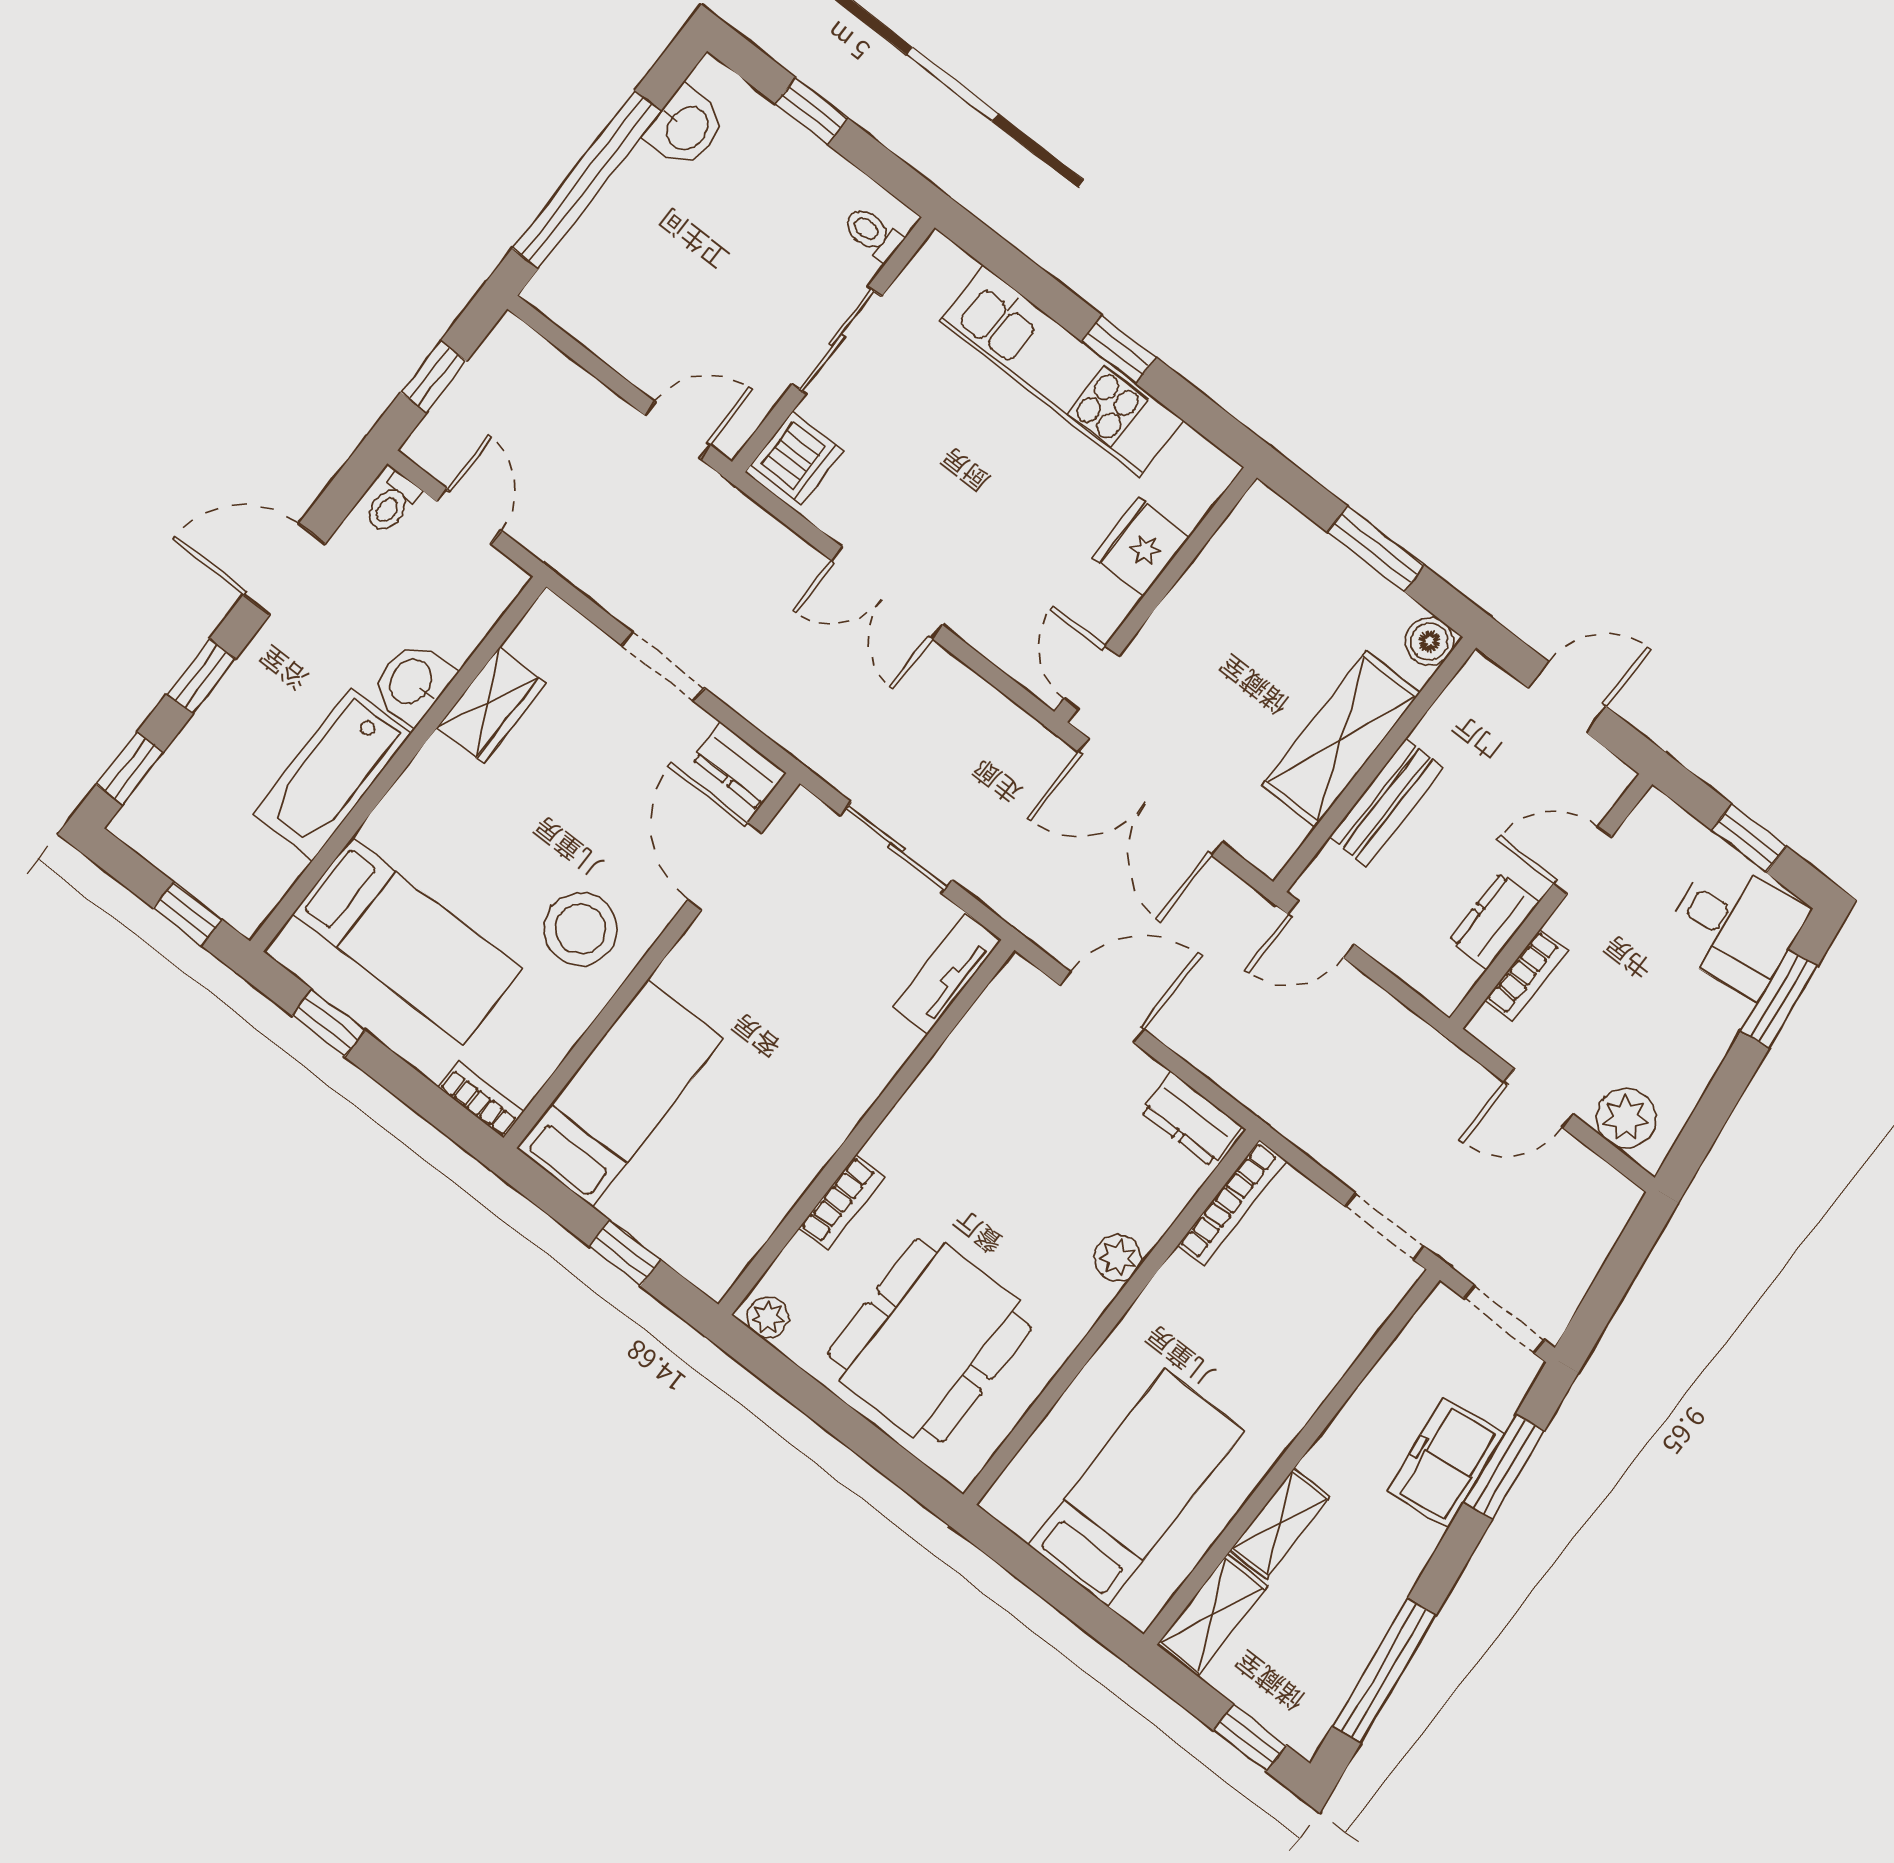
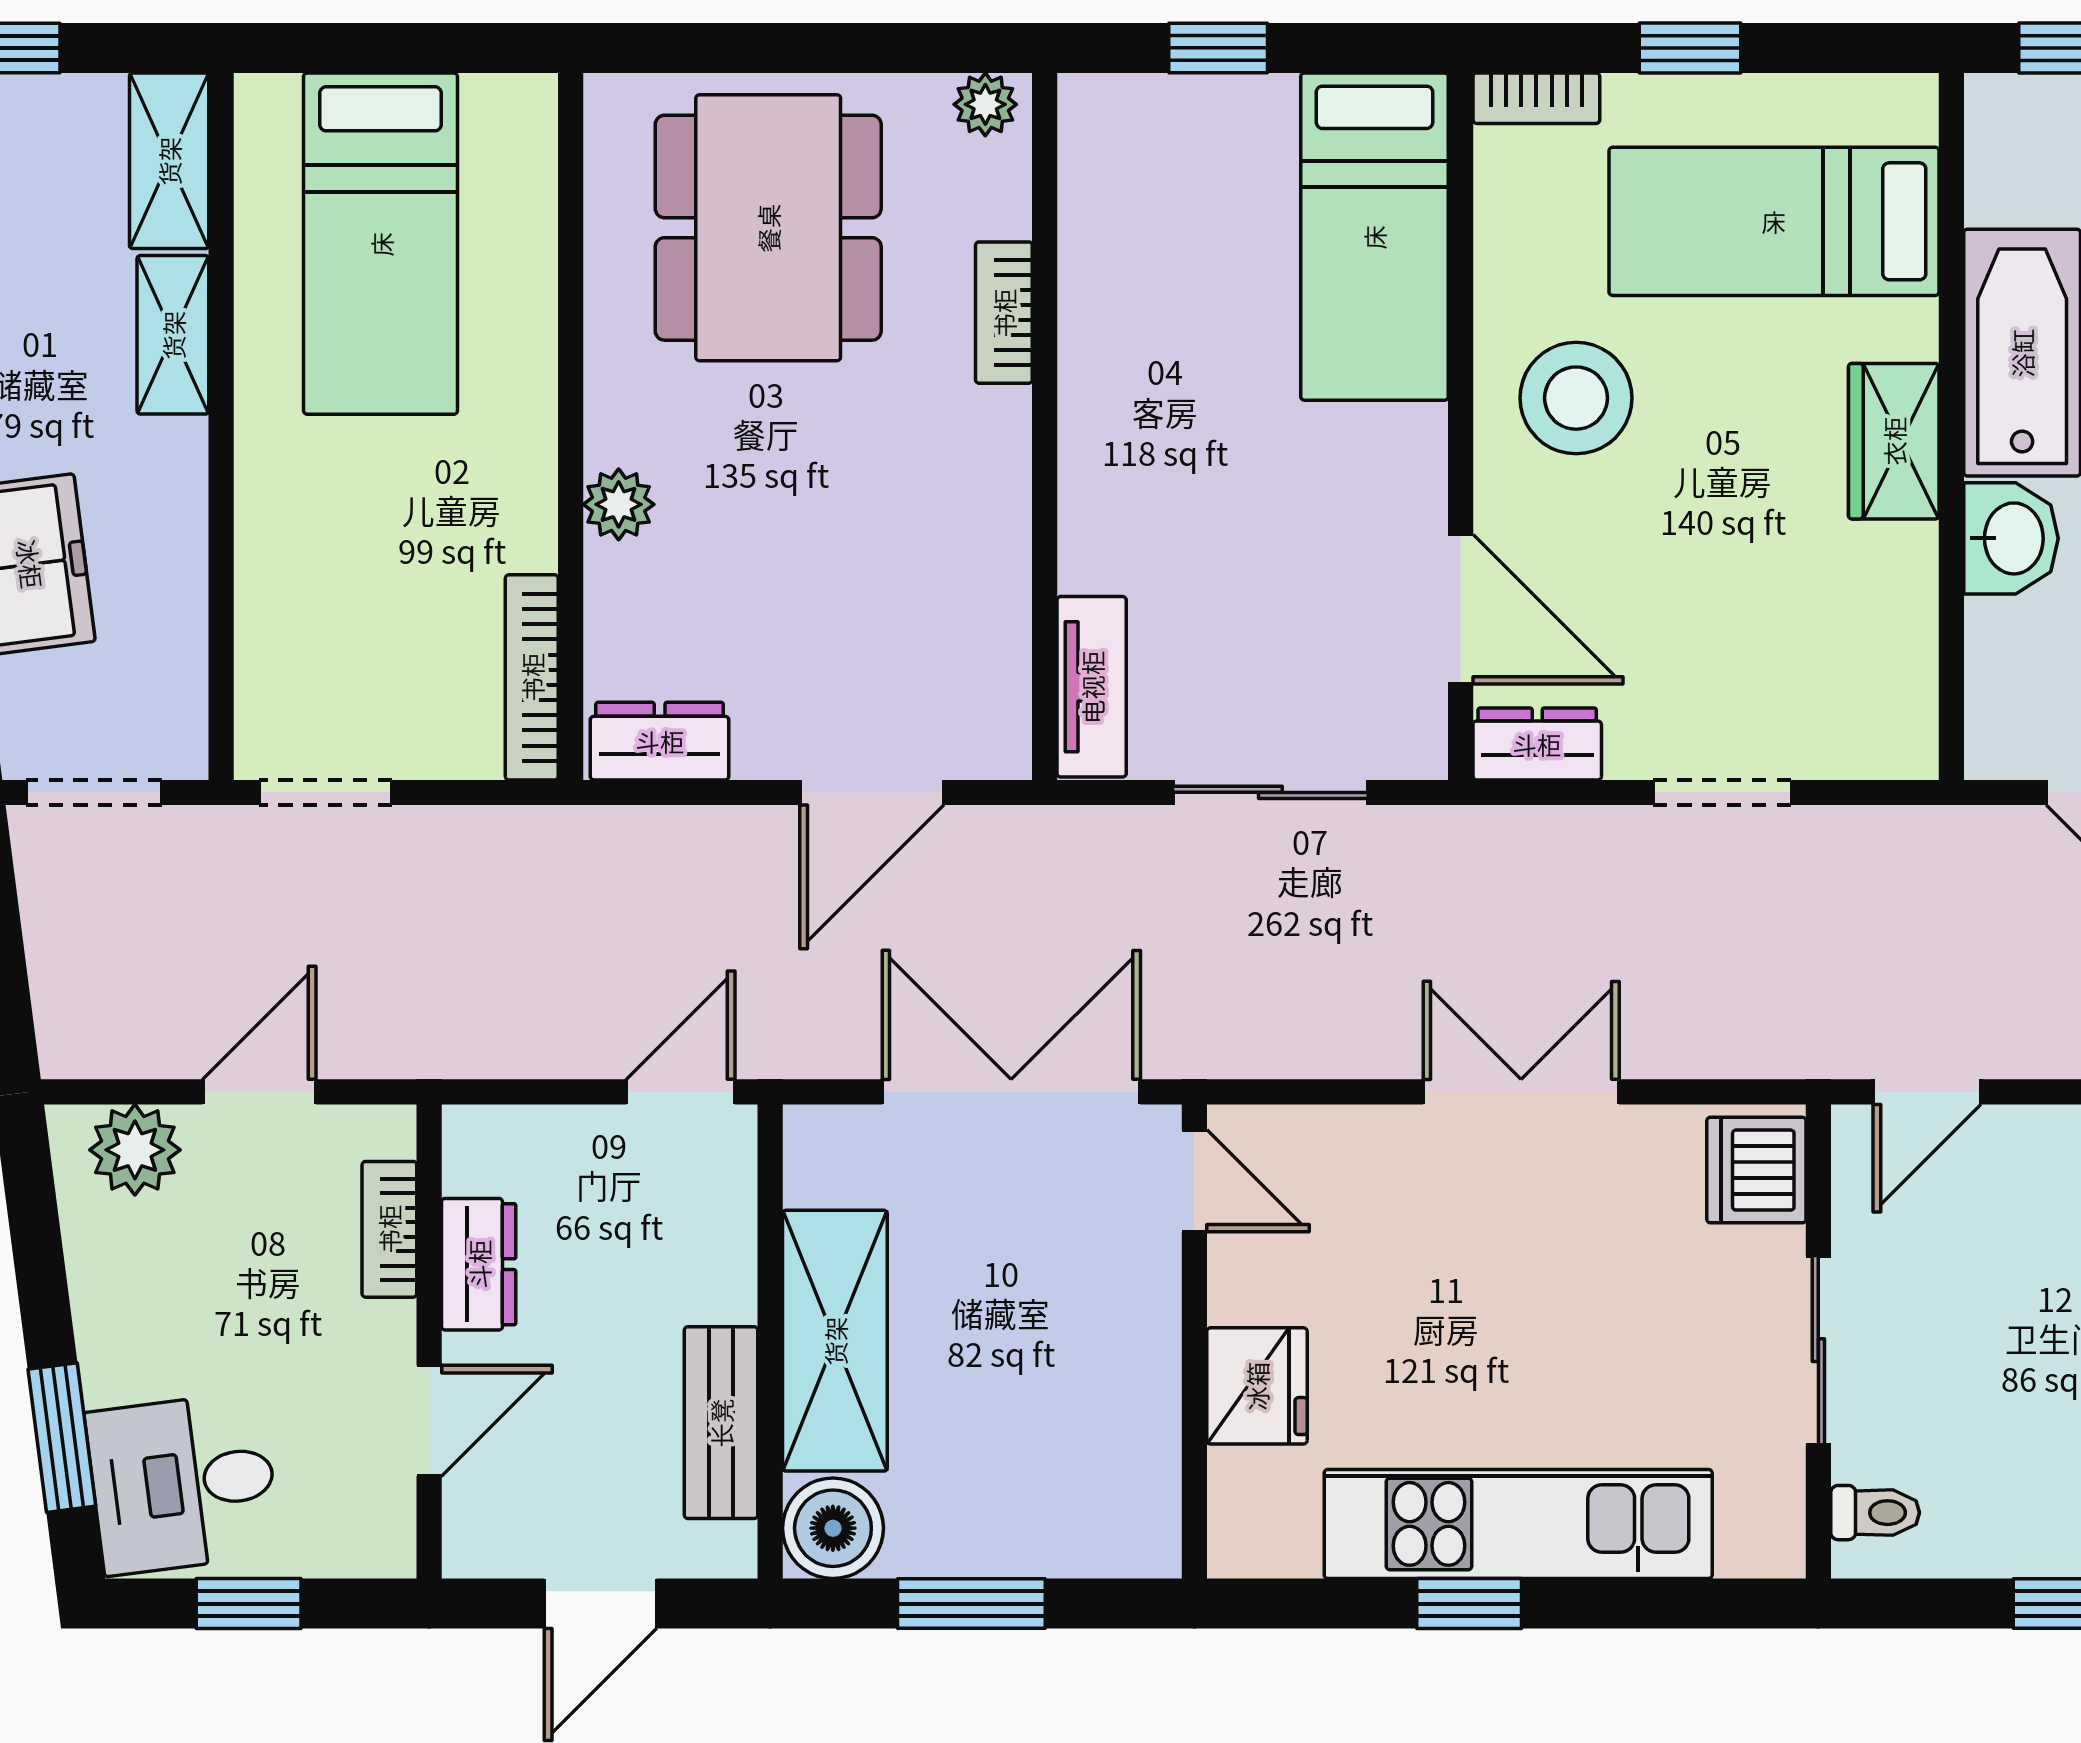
boiler: (1429, 641) -> (833, 1528), width x1.36, depth x1.36
wardrobe: (491, 706) -> (1894, 441), moved
bench: (1386, 803) -> (721, 1423), moved
window: (329, 1023) -> (1690, 48), moved

